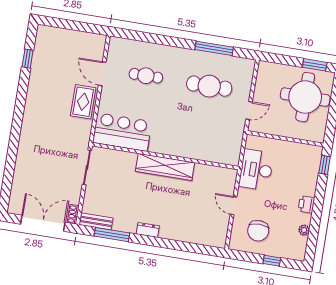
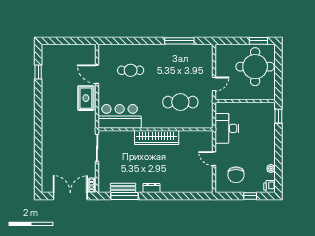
cafe table: (209, 86) -> (180, 102), moved
printer: (306, 204) -> (269, 187), moved
bench: (96, 221) -> (123, 188), moved

